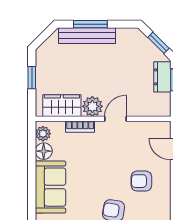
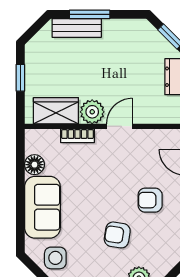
bench: (87, 36) -> (77, 28), width x0.73
plant: (43, 134) -> (34, 144), removed

